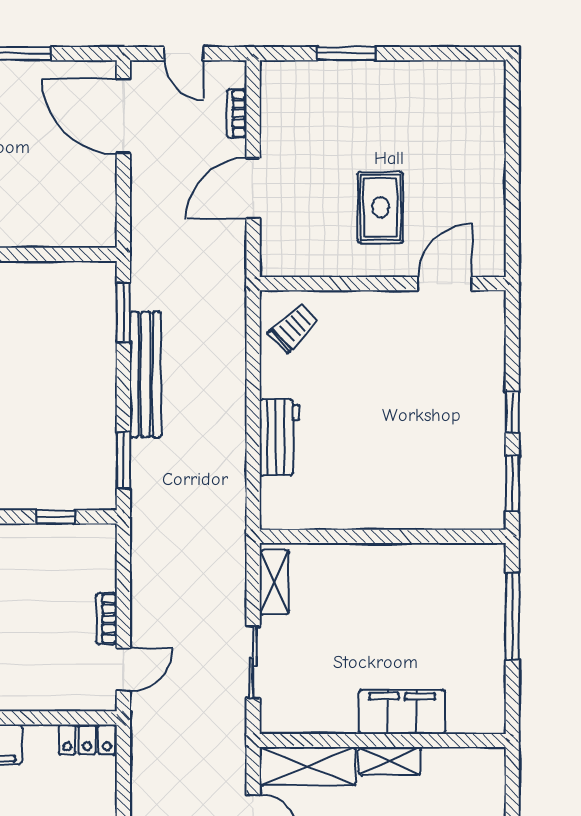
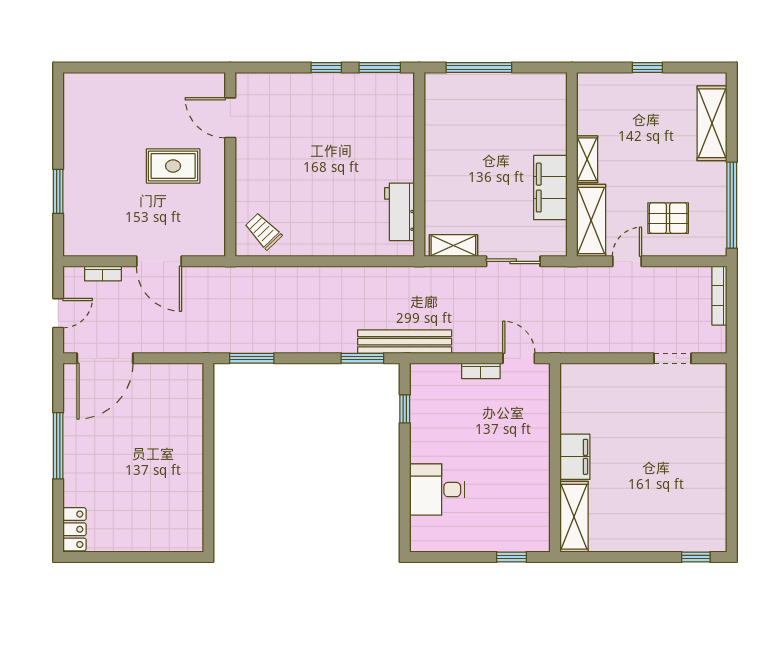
bench: (146, 374) -> (405, 342), moved
workbench: (279, 437) -> (400, 212), moved, turned -90
filing cabinet: (402, 712) -> (550, 188), moved
locker: (87, 739) -> (571, 385), removed

